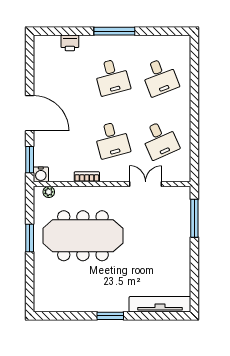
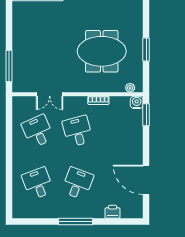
desk: (112, 77) -> (77, 183), turned 36
door: (30, 113) -> (146, 180), moved
meeting table: (83, 236) -> (102, 51), width x0.73

